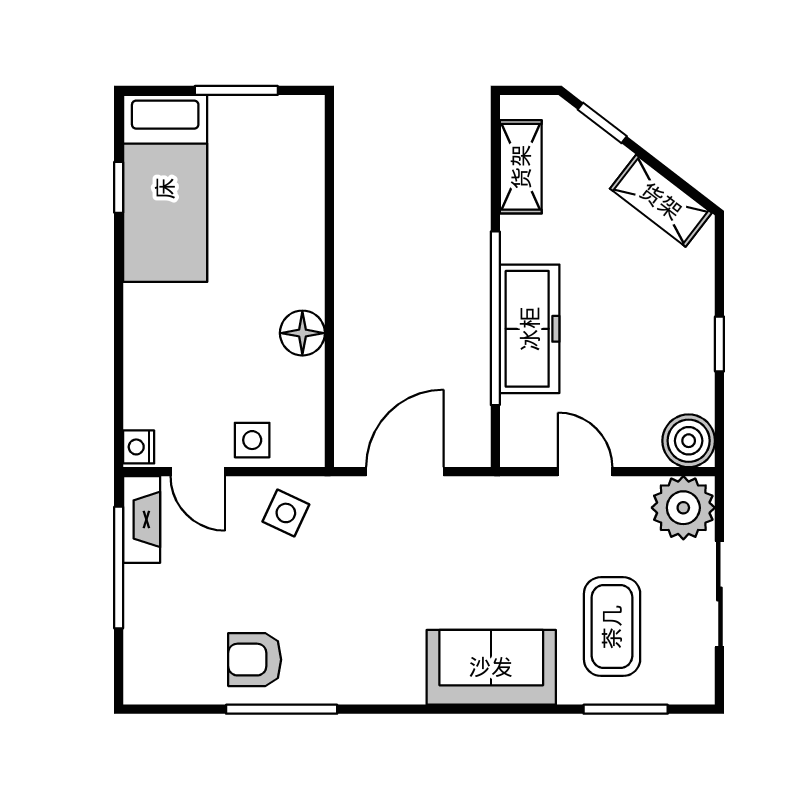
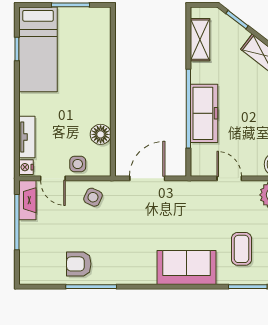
floor lamp: (302, 333) -> (101, 134), moved
tv unit: (141, 381) -> (27, 137), added
coffee table: (612, 627) -> (242, 249), width x0.73, depth x0.77

